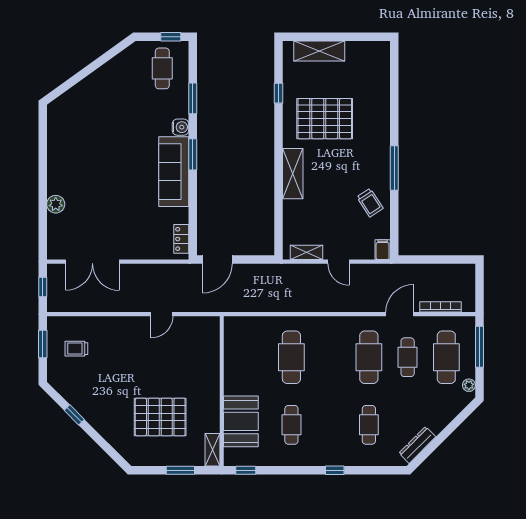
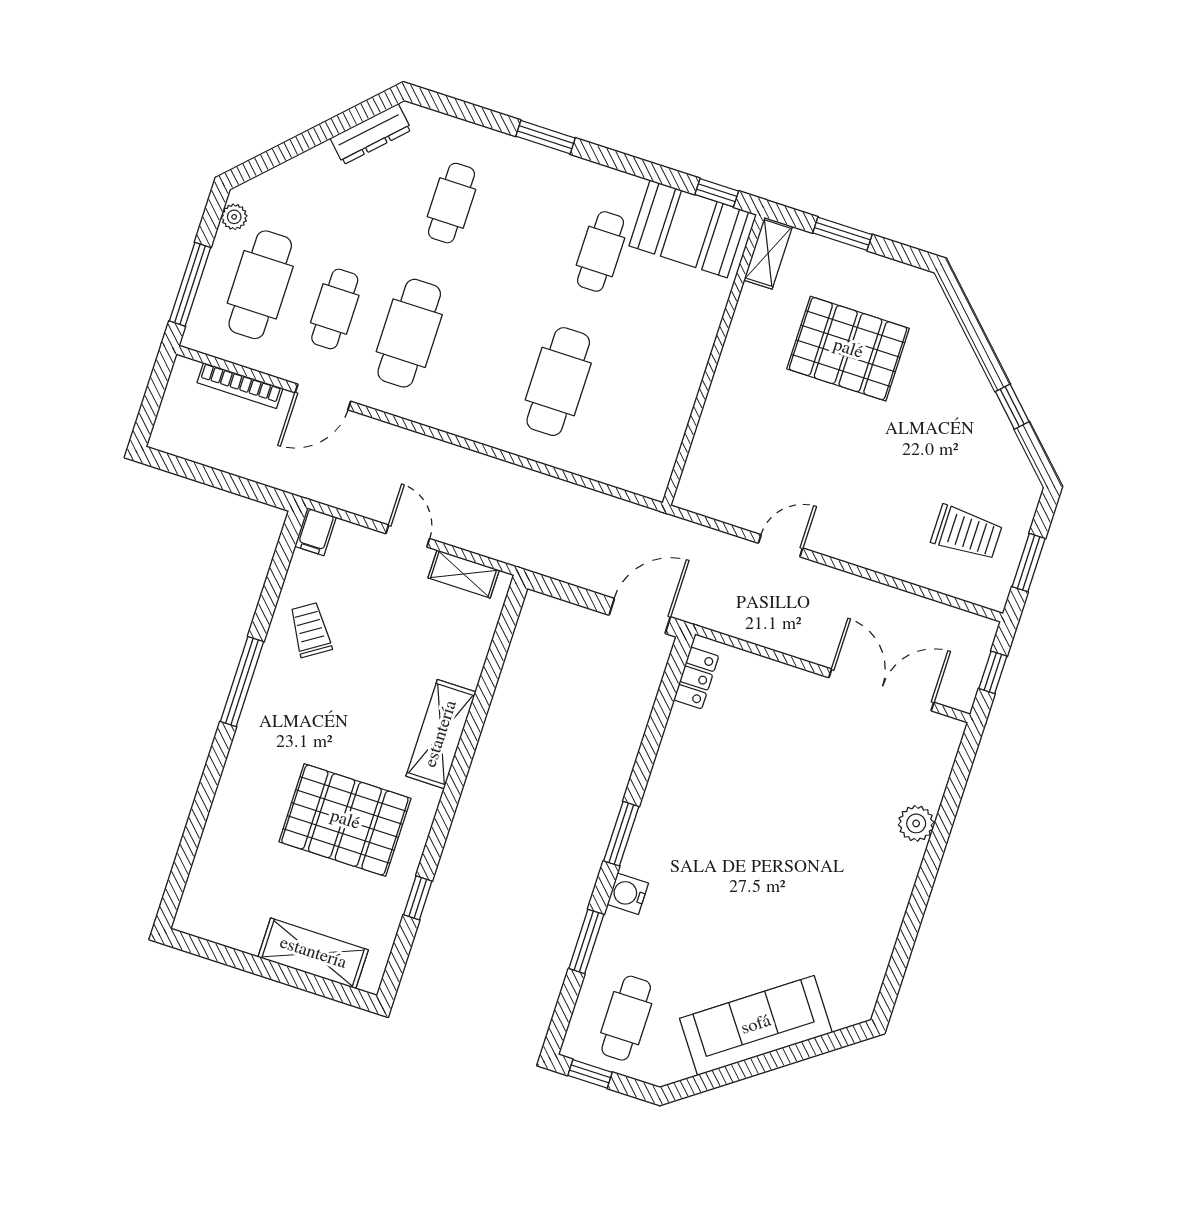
sofa: (174, 172) -> (756, 1025), moved, turned -126
trolley: (76, 349) -> (967, 533), width x1.36, depth x1.39
booth: (241, 421) -> (689, 229), moved, turned 90
window: (335, 470) -> (545, 137), width x1.50

